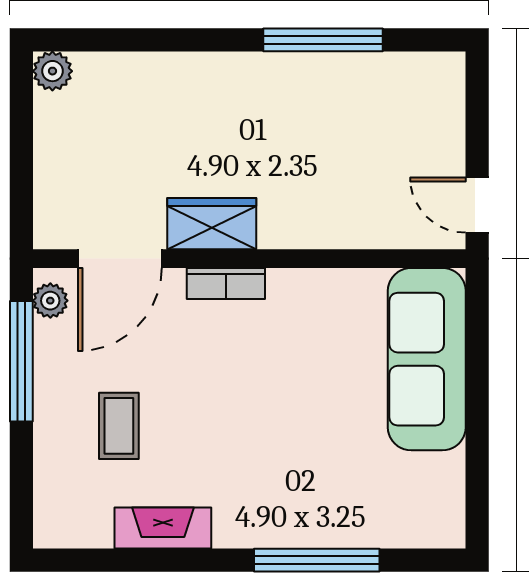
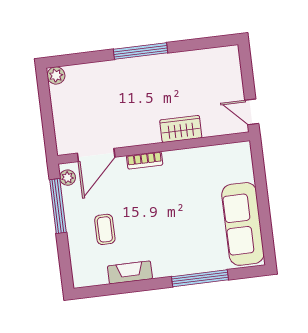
window: (323, 40) -> (141, 51), moved
wardrobe: (212, 224) -> (181, 129), moved
sofa: (427, 359) -> (243, 224), moved

